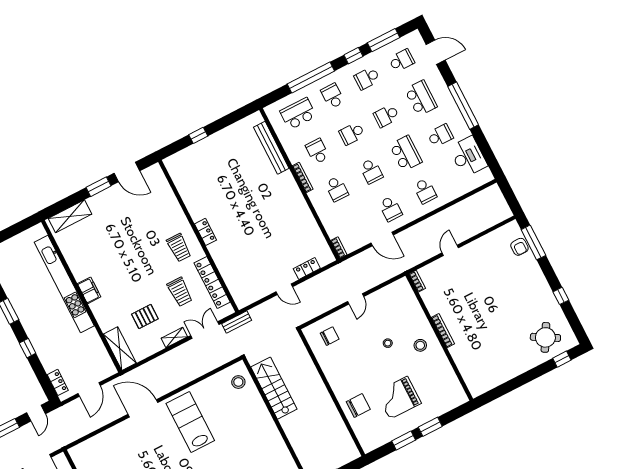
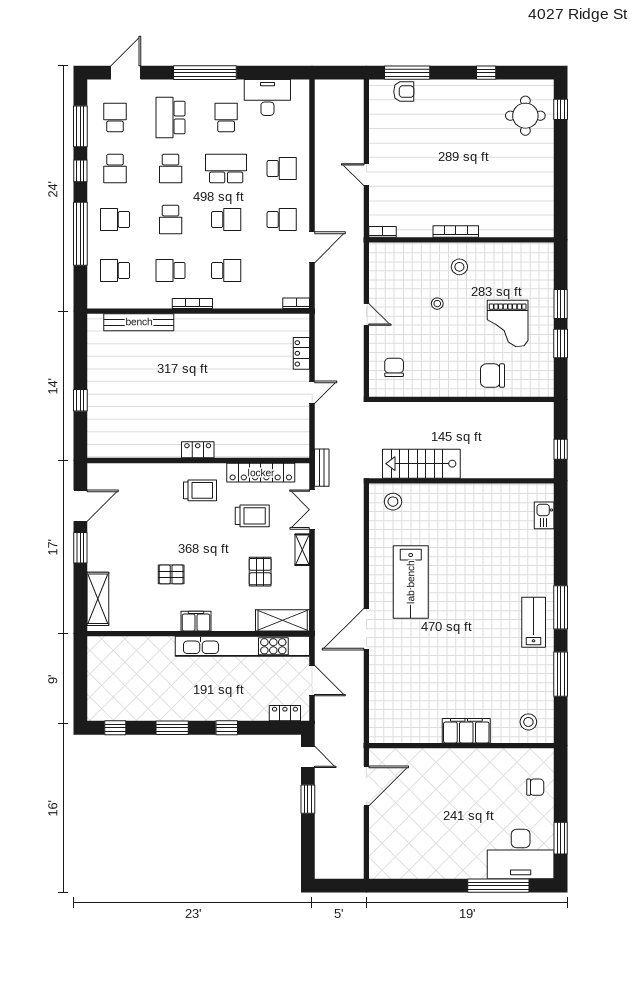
school desk: (421, 98) -> (171, 118), turned -90
school desk: (298, 114) -> (115, 271), width x0.54
pallet: (112, 257) -> (171, 574), added
kitchen unit: (64, 284) -> (242, 646), moved
round table: (545, 337) -> (525, 116), turned -30
chair: (358, 406) -> (492, 376), turned -90
lab bench: (190, 422) -> (411, 582), turned -90

